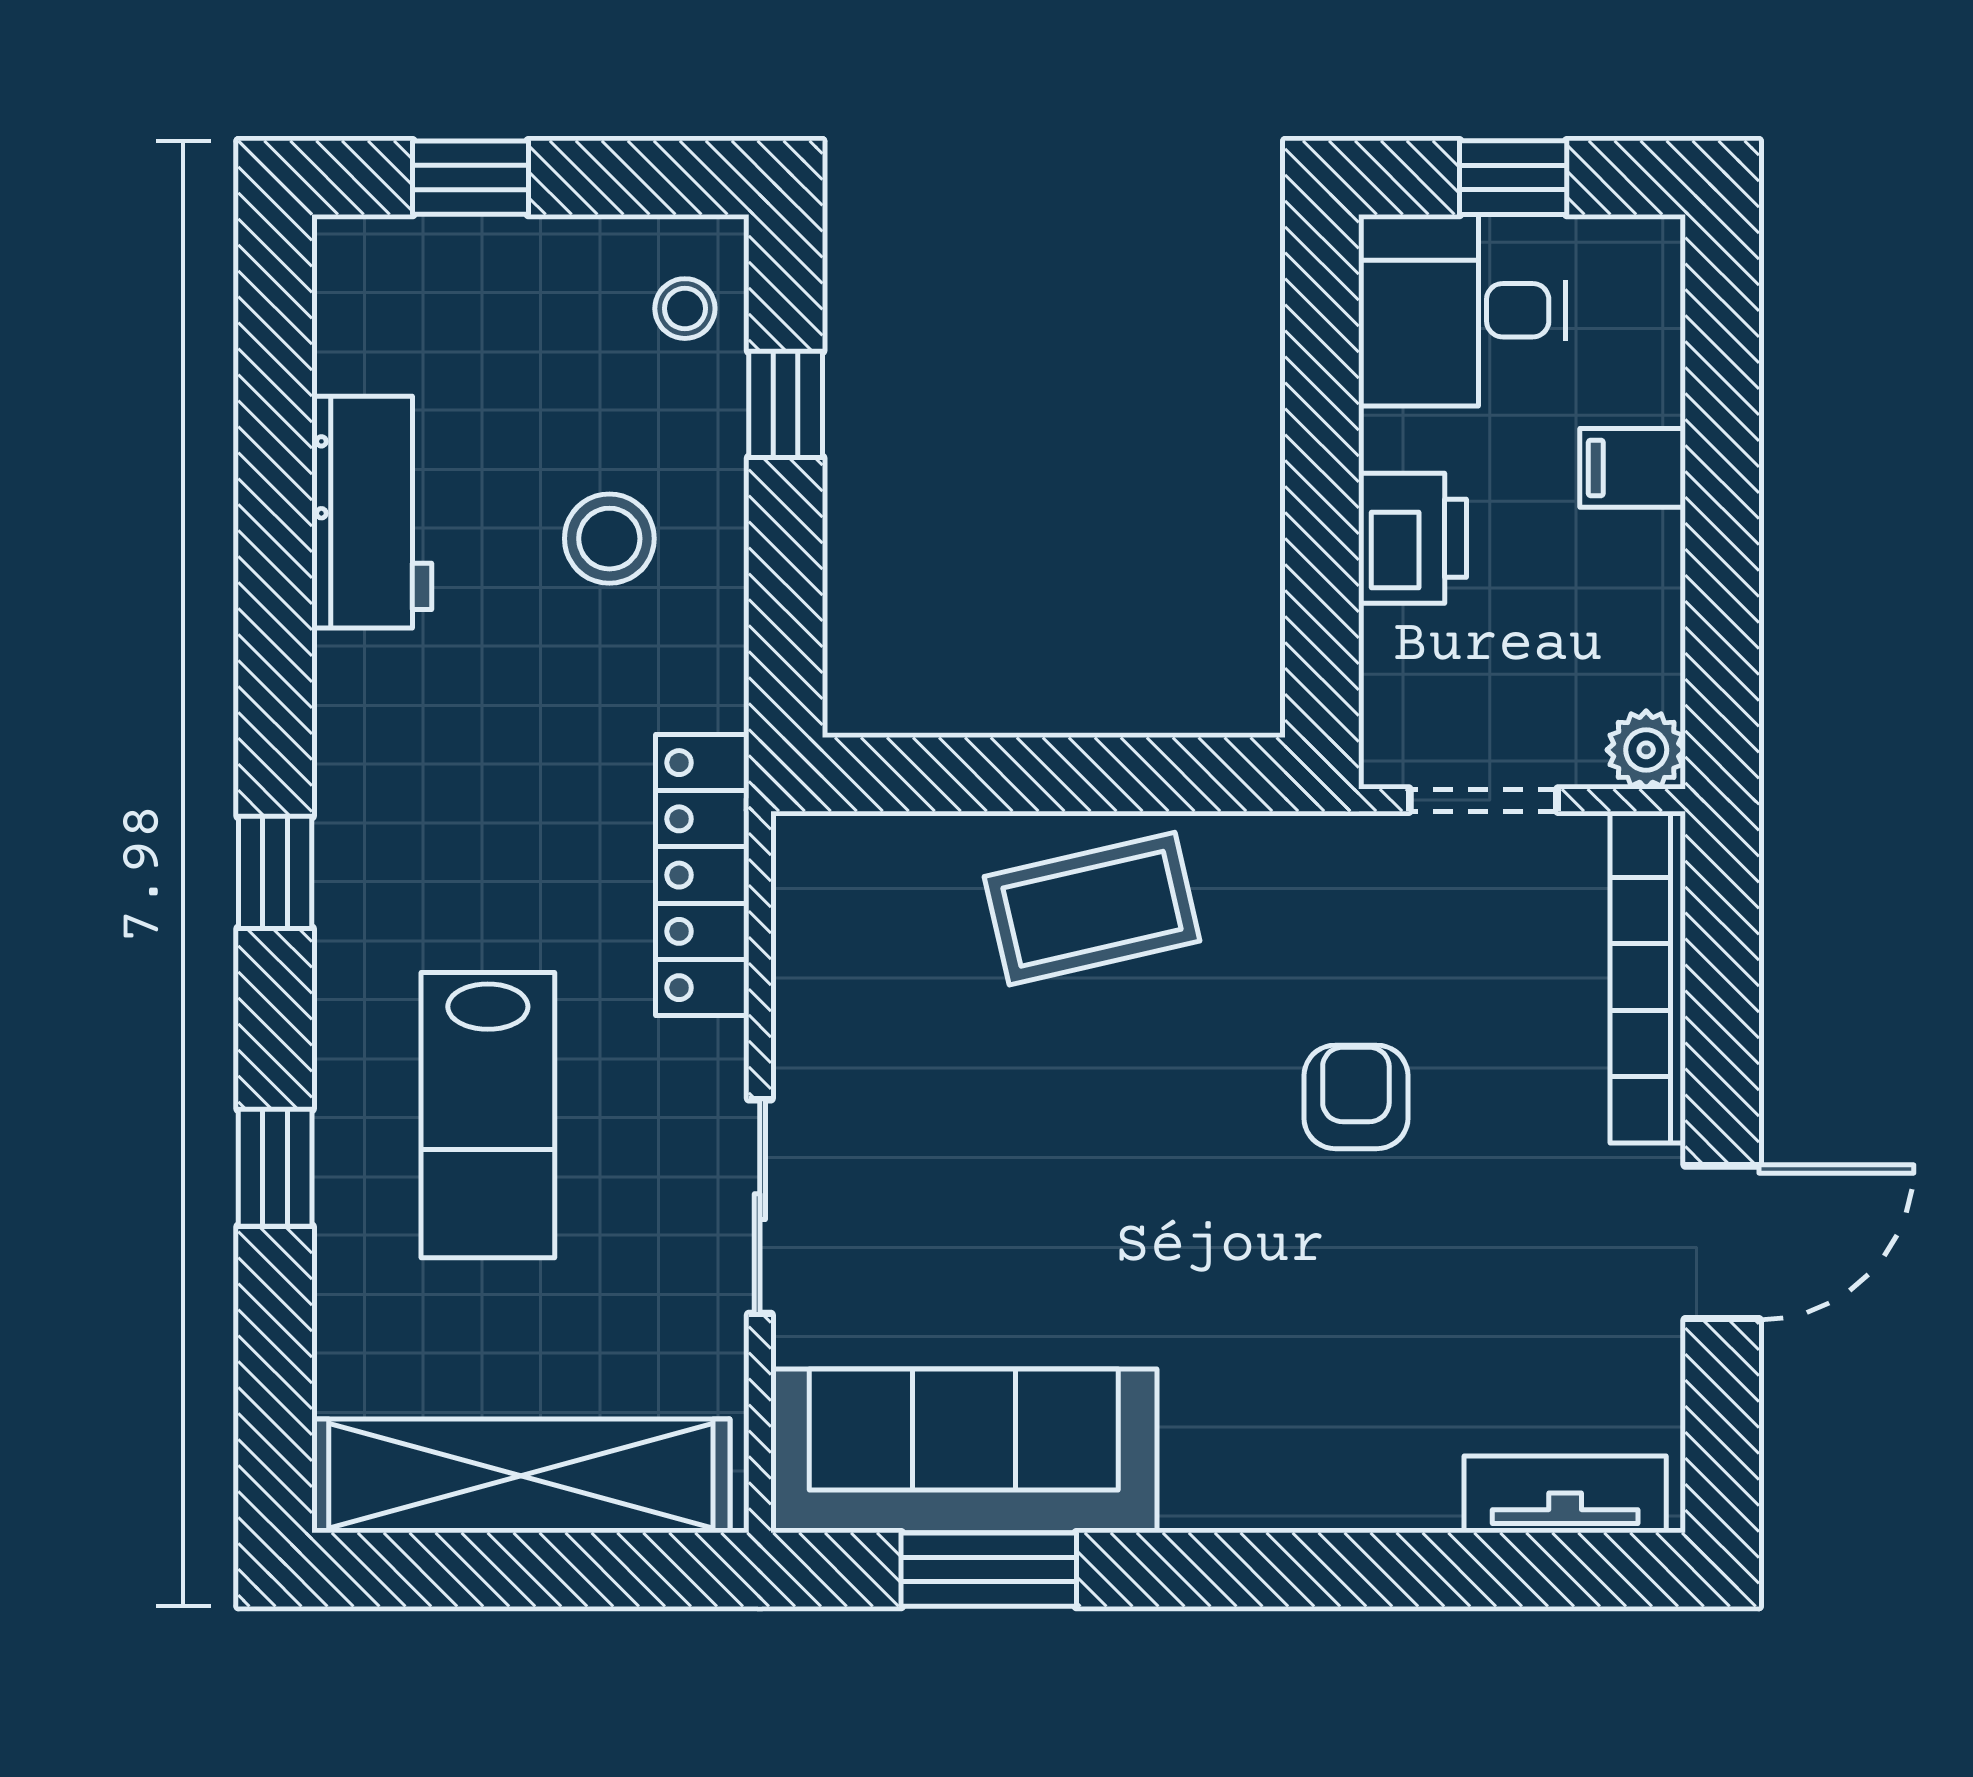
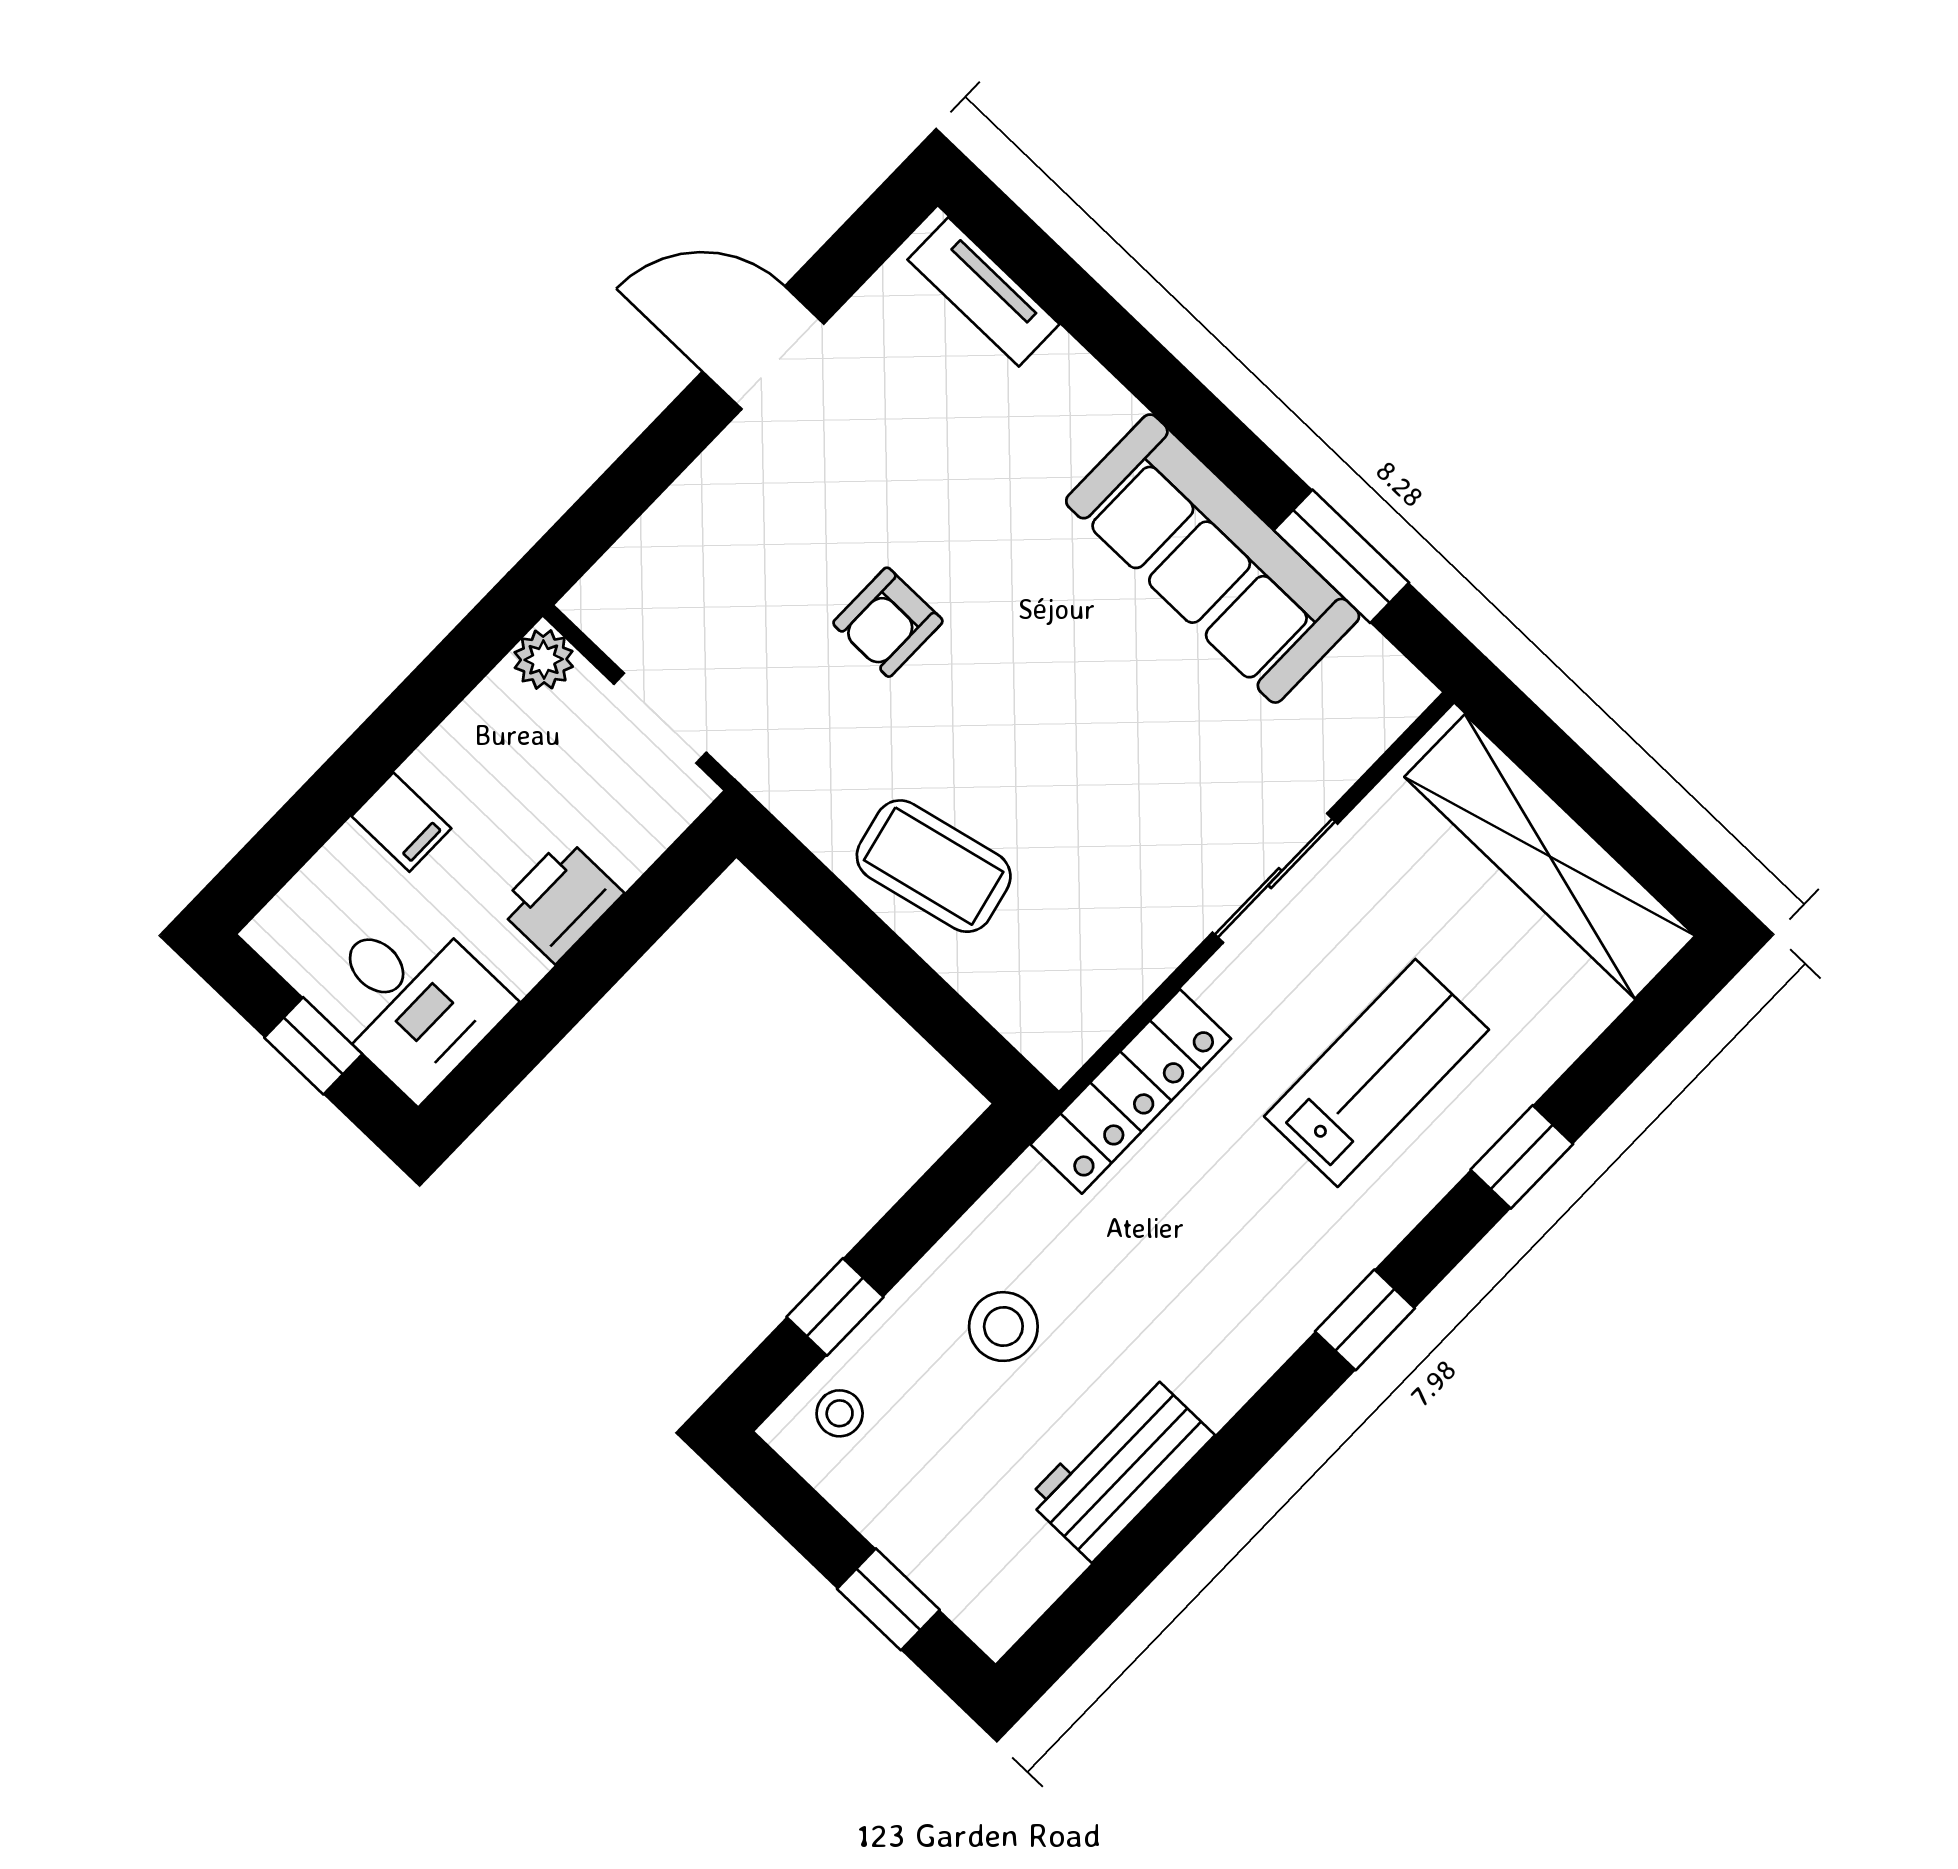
bookcase: (1648, 977) -> (663, 533), removed
sofa: (964, 1451) -> (1213, 559), moved

